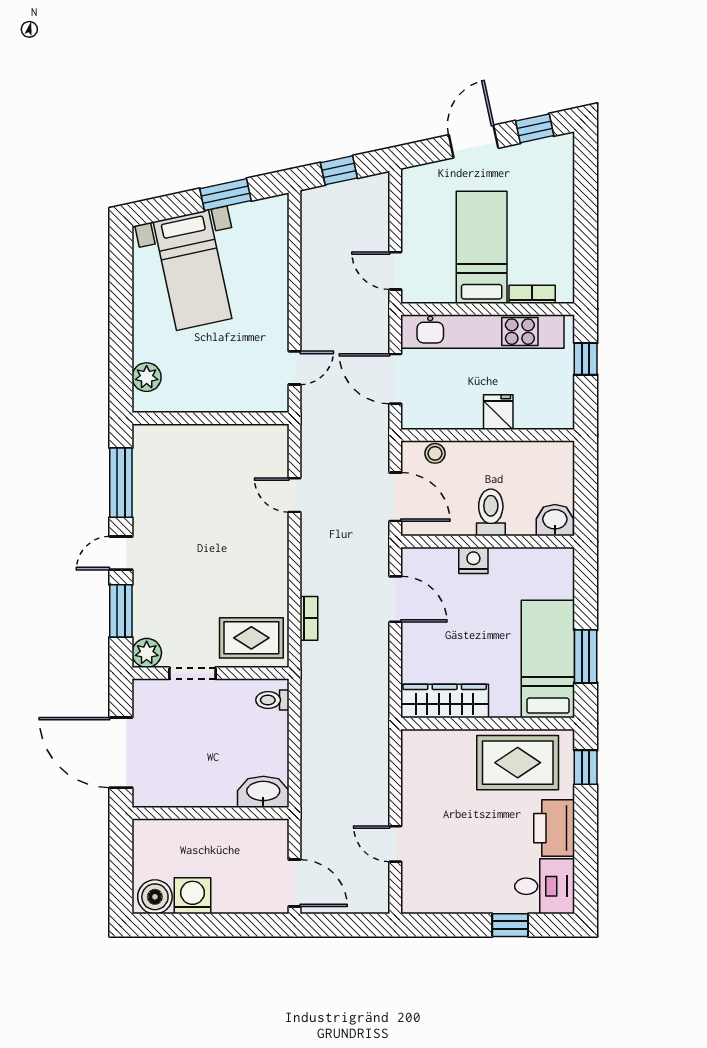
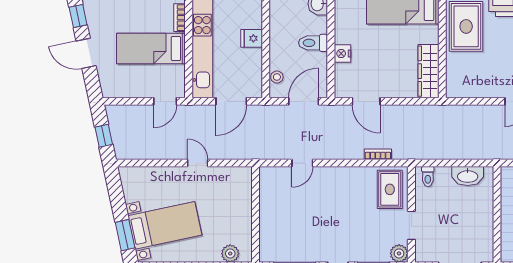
window: (226, 195) -> (125, 235), moved
door: (294, 368) -> (198, 163), moved
door: (395, 599) -> (366, 101), swing flipped
washbasin: (263, 792) -> (468, 176), moved, turned -90

